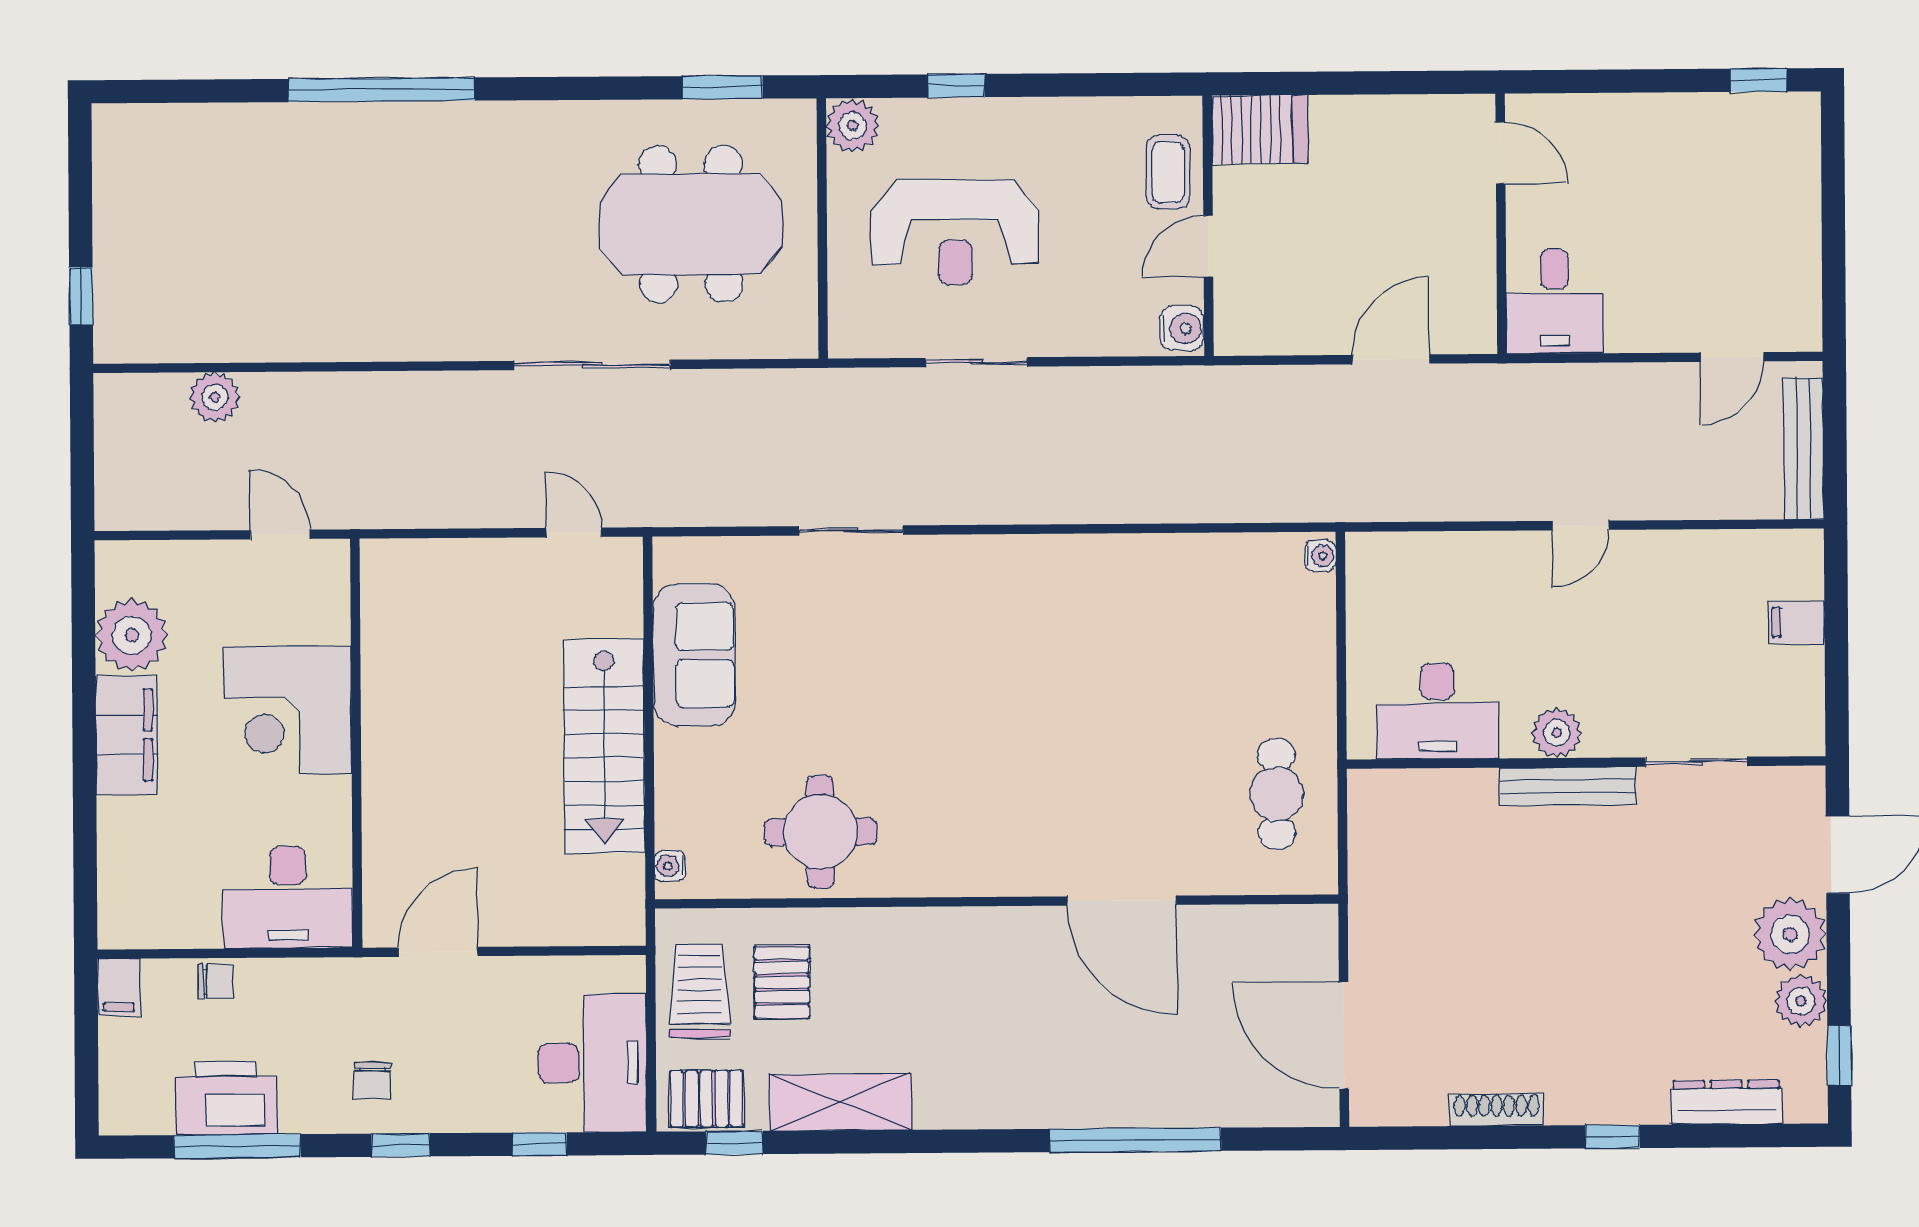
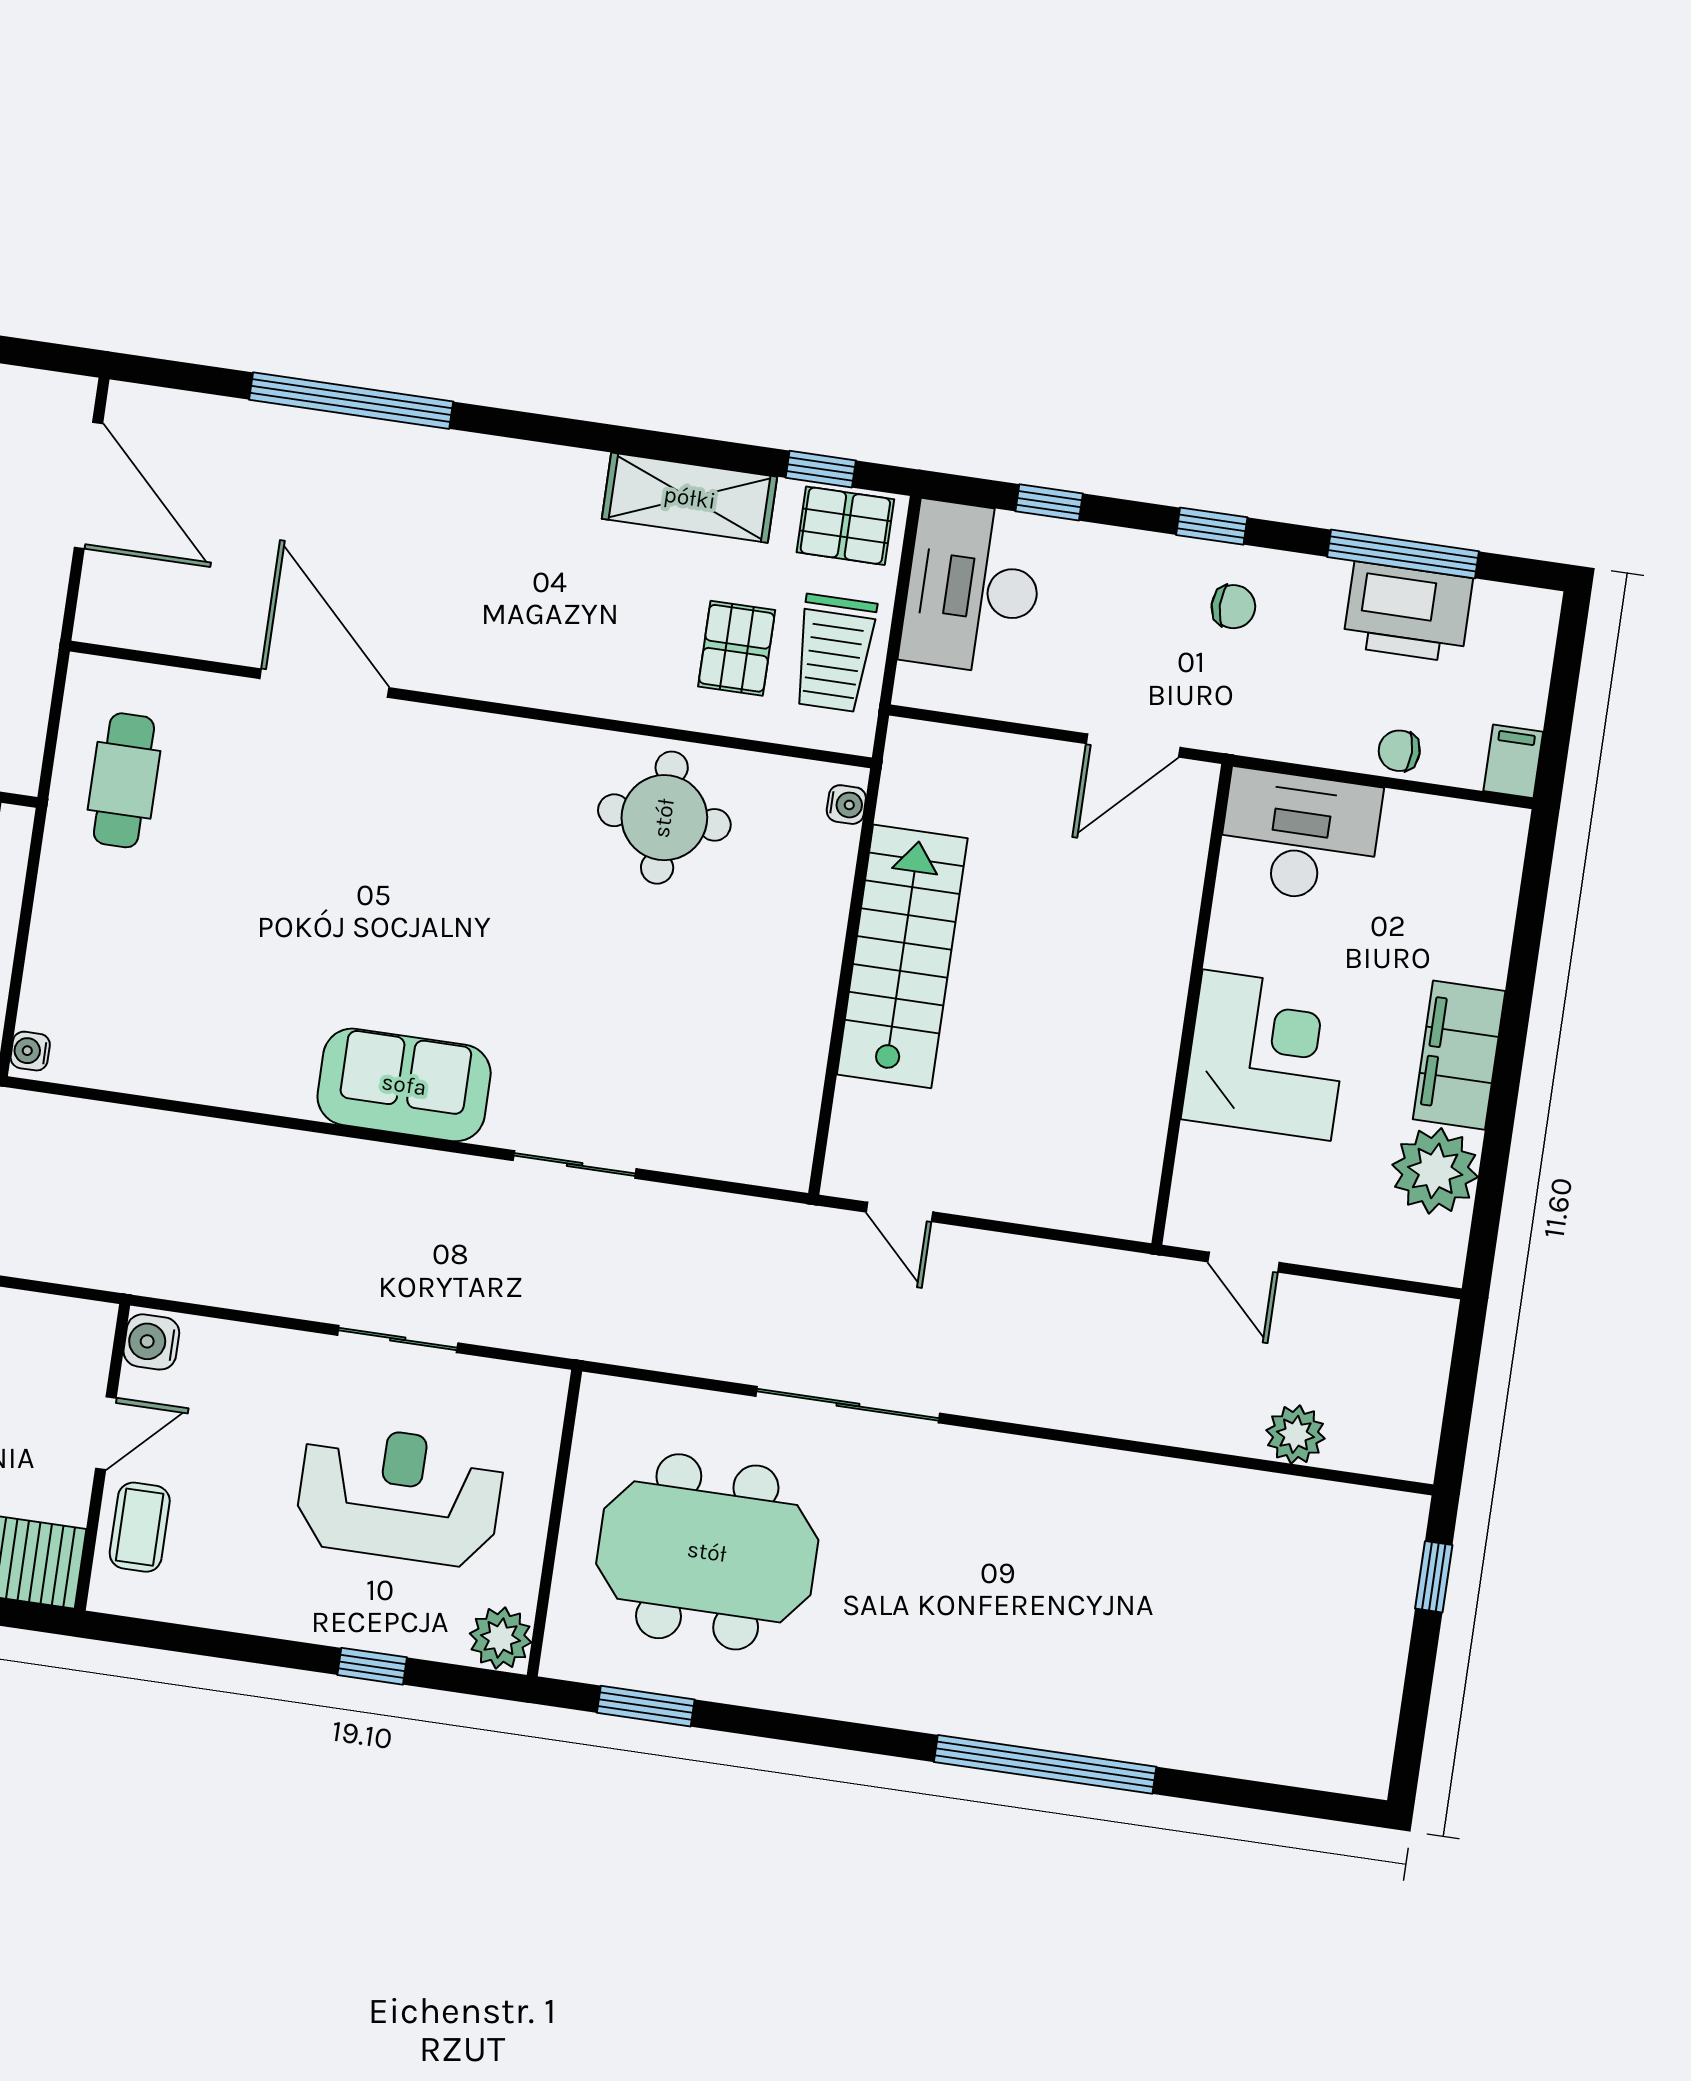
sofa: (694, 655) -> (404, 1085), moved, turned 90
chair: (372, 1081) -> (1233, 607), turned 89

